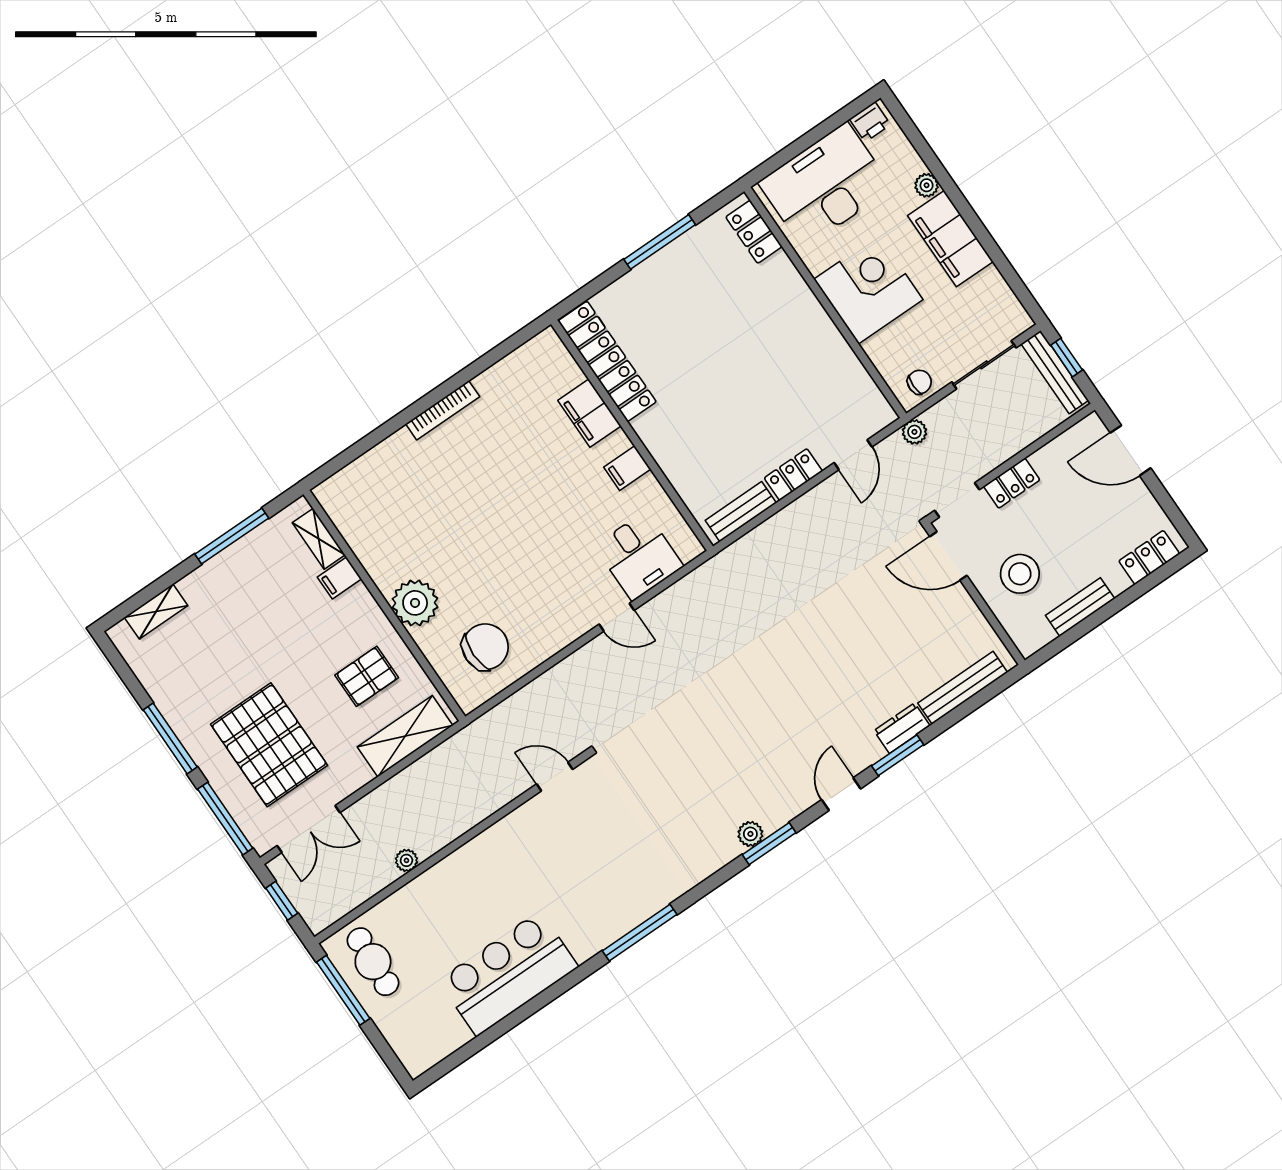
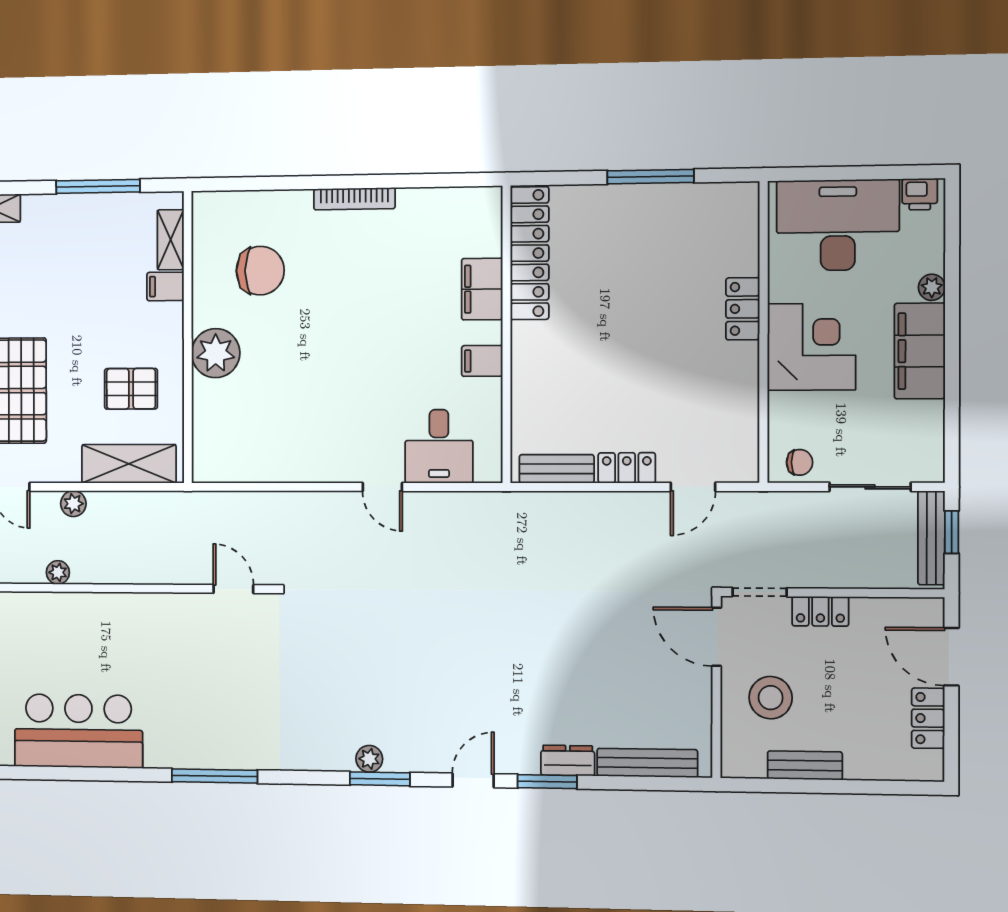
locker: (754, 232) -> (743, 309), moved
plant: (914, 432) -> (73, 504), moved
locker: (1149, 557) -> (928, 718), moved, turned -90
chair: (485, 647) -> (260, 271), moved

